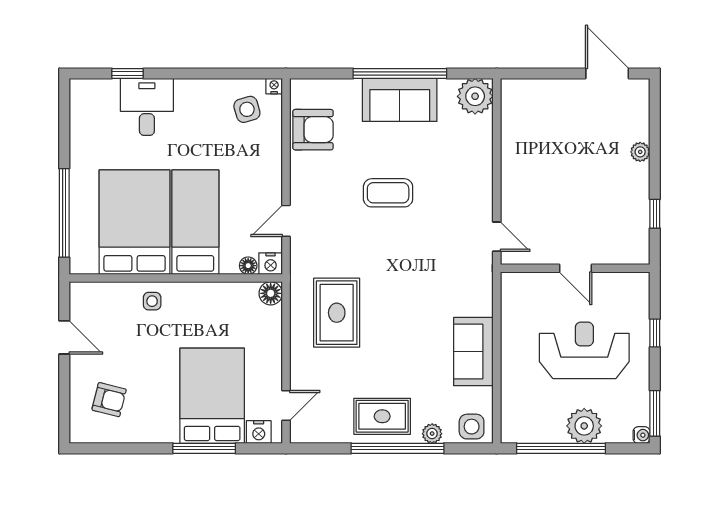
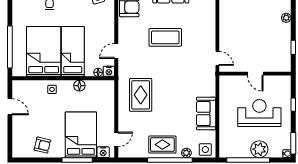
coffee table: (388, 193) -> (165, 37), width x1.36, depth x1.32
floor lamp: (271, 293) -> (79, 86), moved
armchair: (109, 400) -> (42, 145), moved

